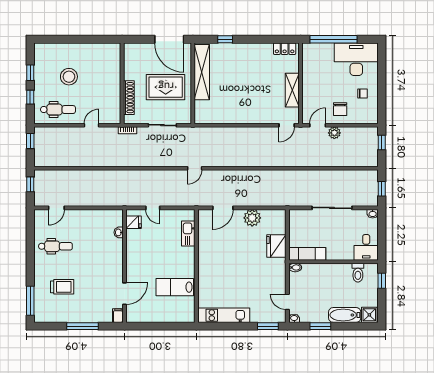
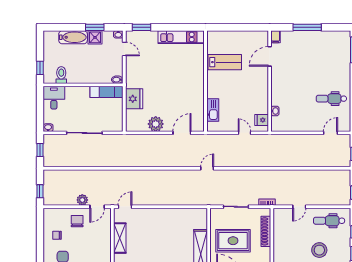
trolley: (62, 287) -> (325, 62), removed
shower: (369, 315) -> (95, 37), moved

